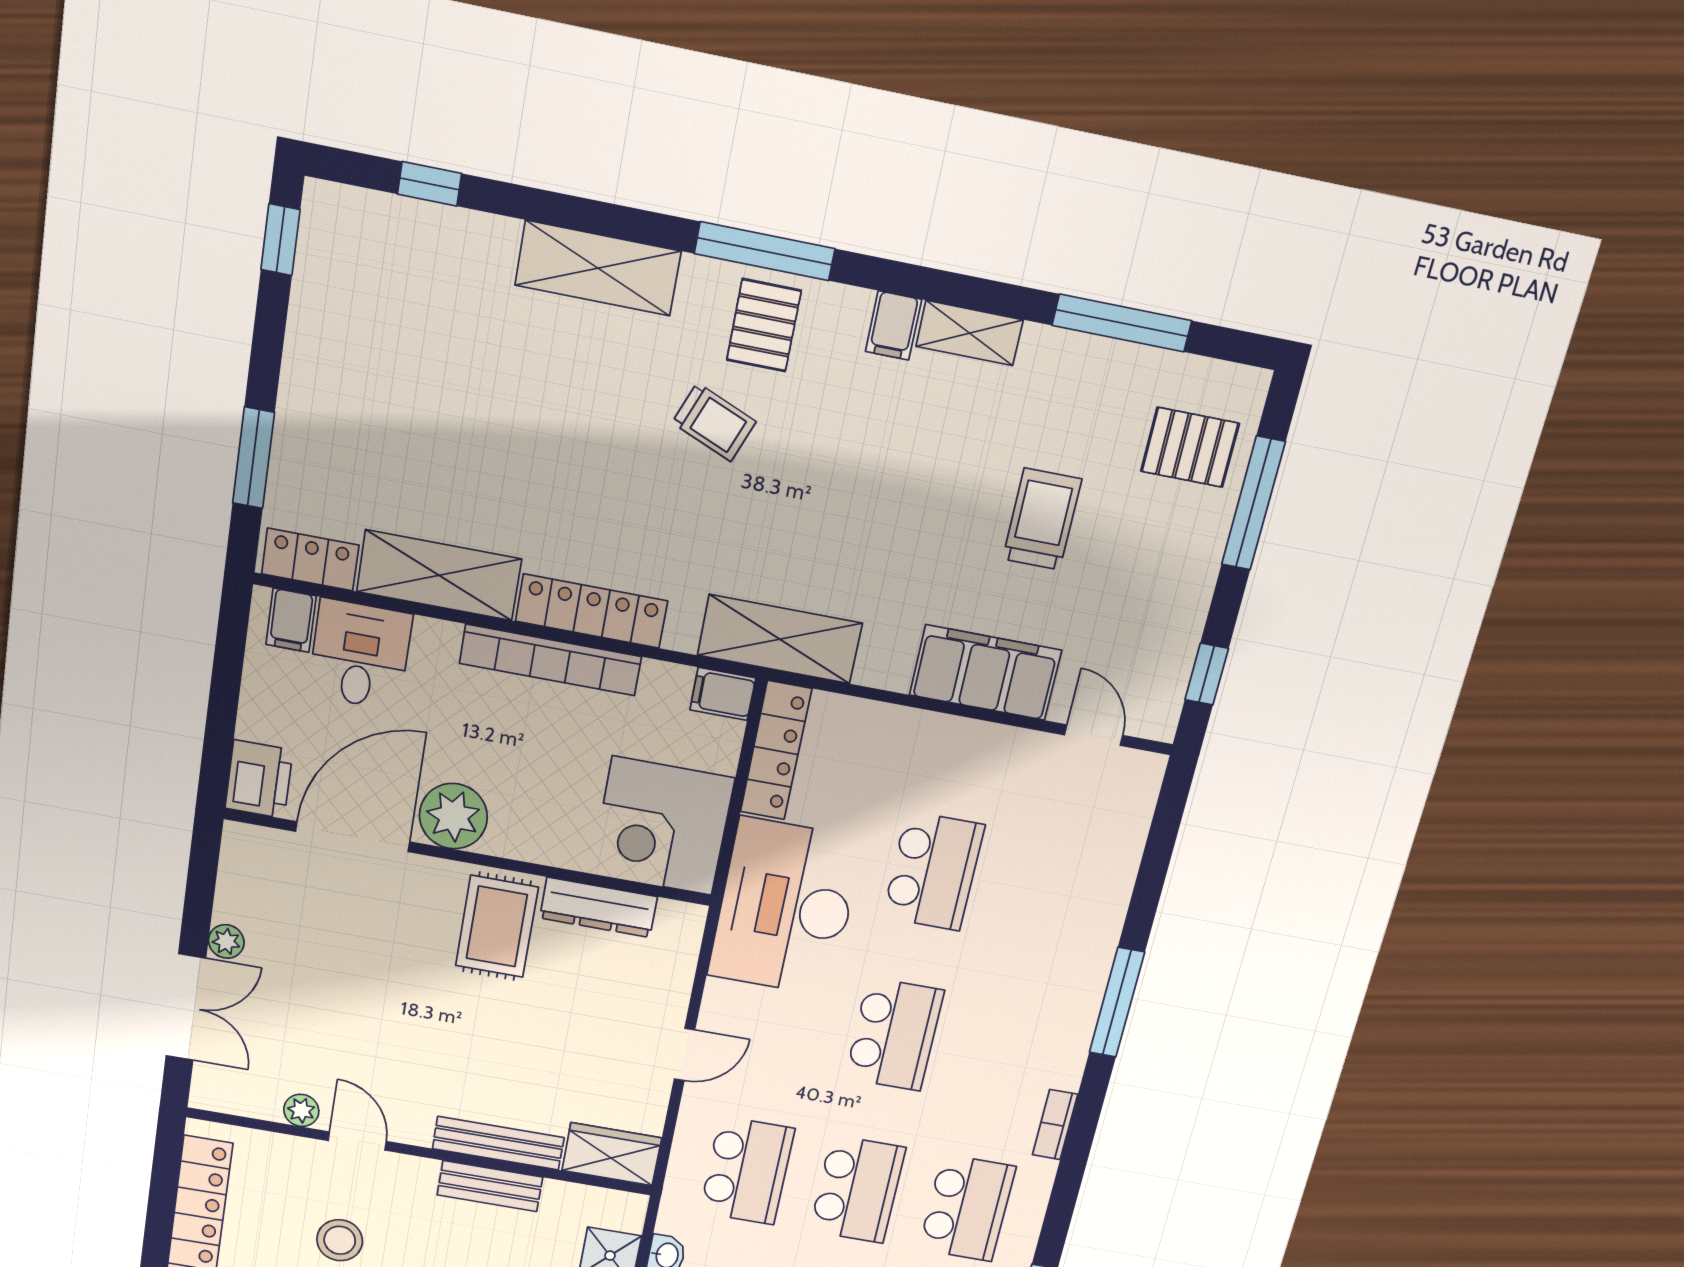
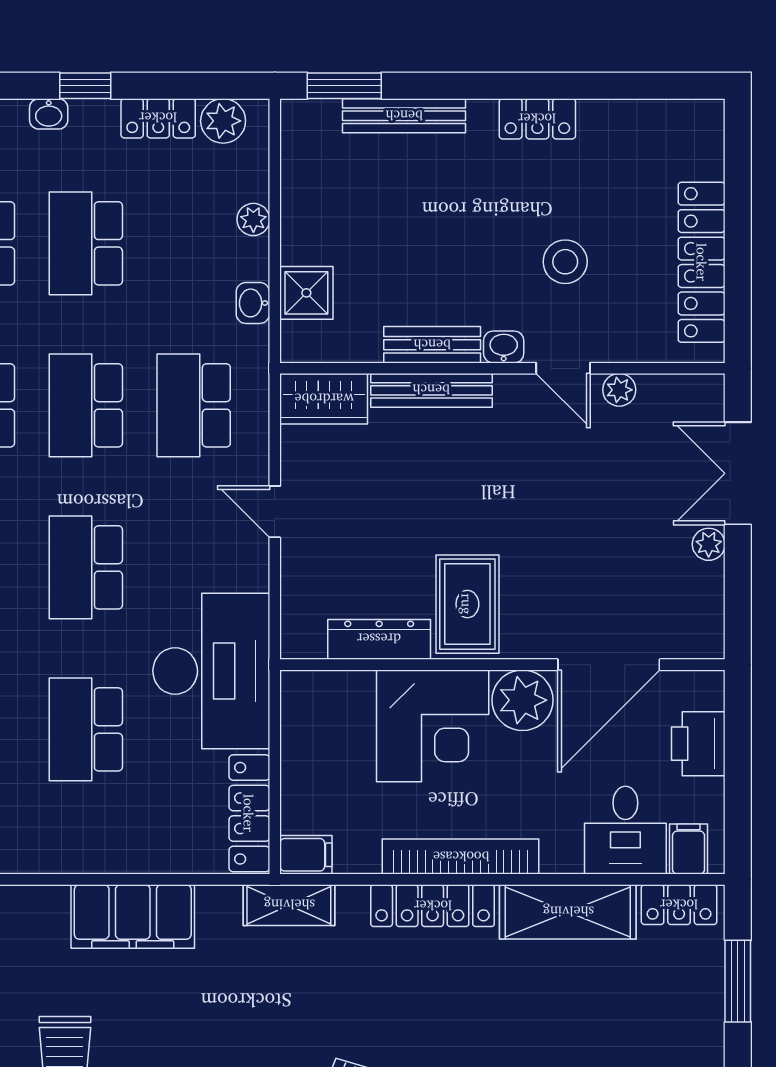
shelving: (780, 639) -> (289, 905), width x0.67, depth x0.75
filing cabinet: (985, 673) -> (133, 916), moved
printer: (259, 779) -> (698, 744), moved
corner desk: (662, 826) -> (433, 726), moved, turned 90
door: (684, 1055) -> (275, 512), hinge flipped
washbasin: (416, 1172) -> (504, 347), added

